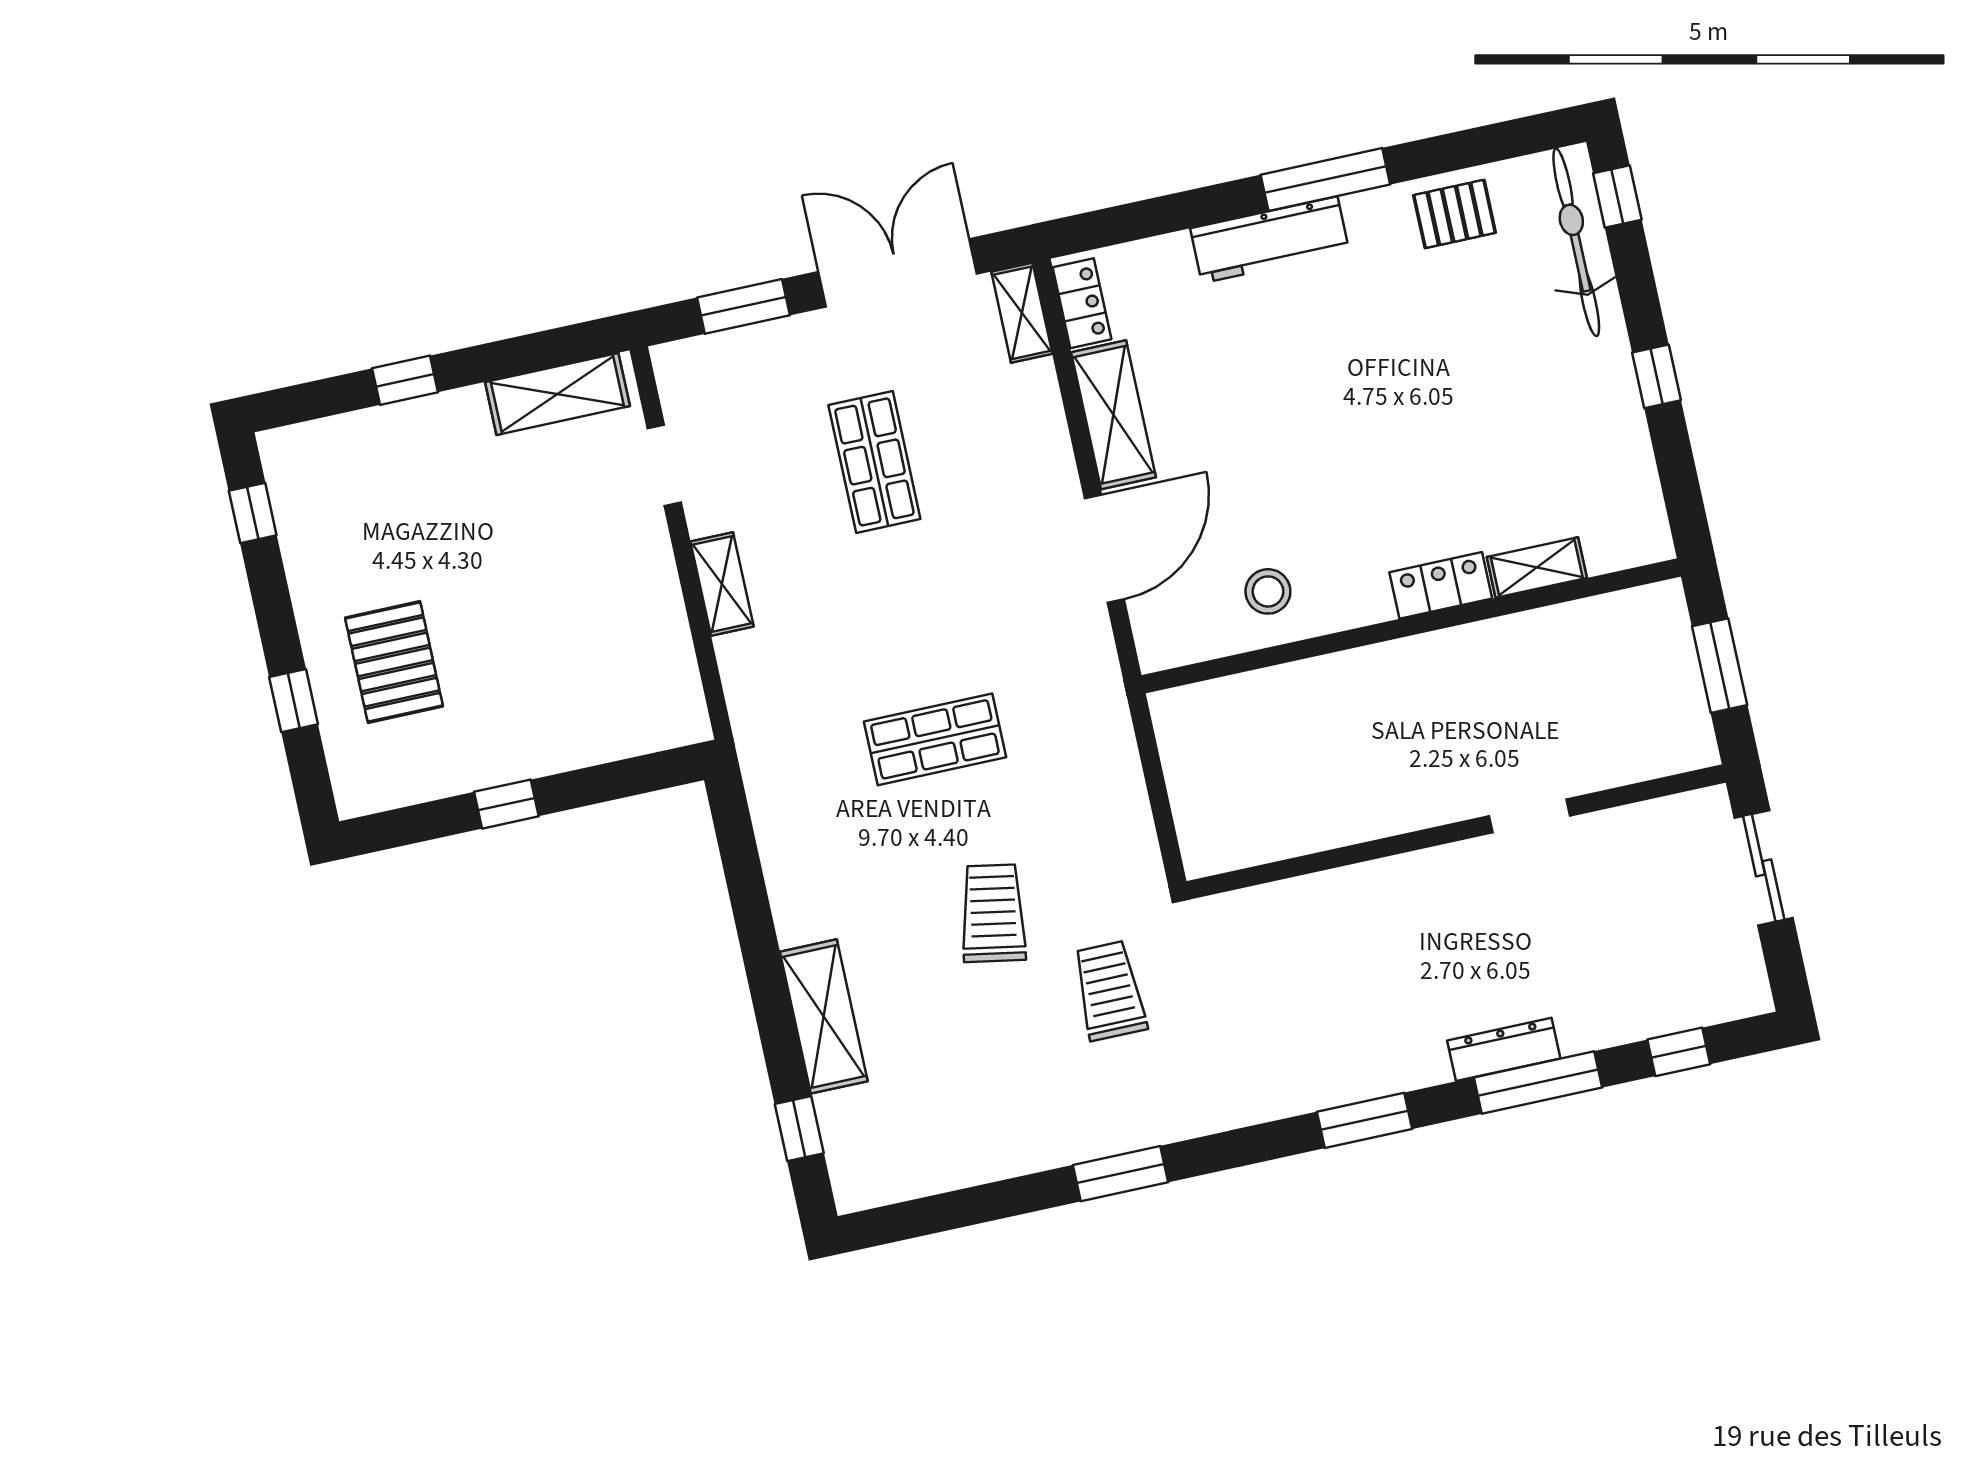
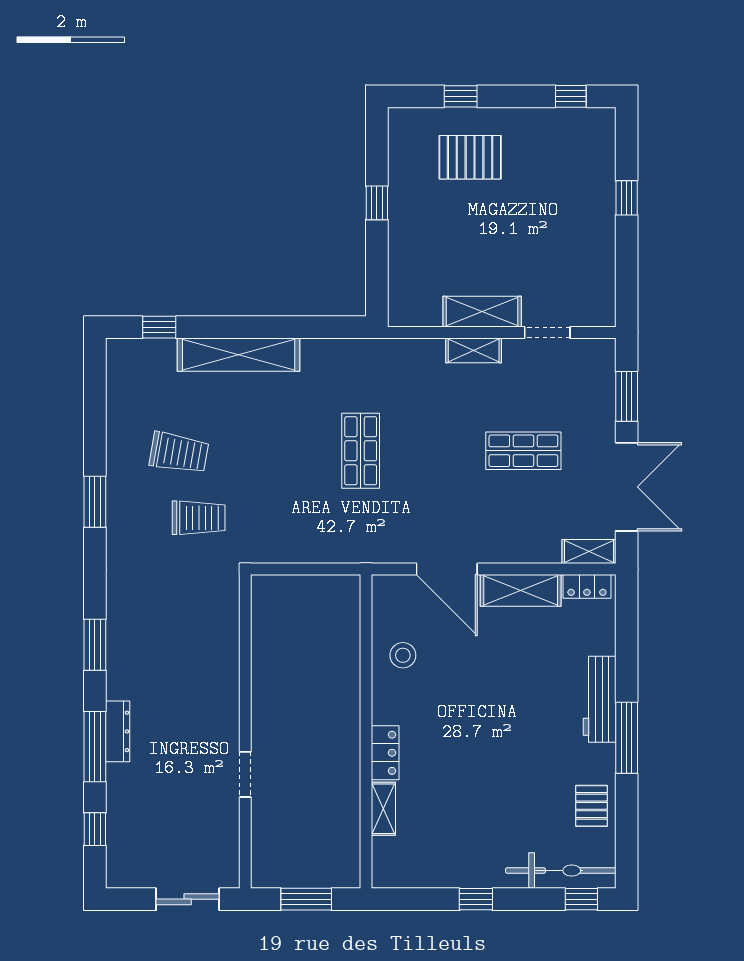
shelving: (557, 394) -> (482, 312), moved, turned 90
trolley: (993, 913) -> (179, 453), moved
shelving: (824, 1016) -> (239, 355), width x1.47

